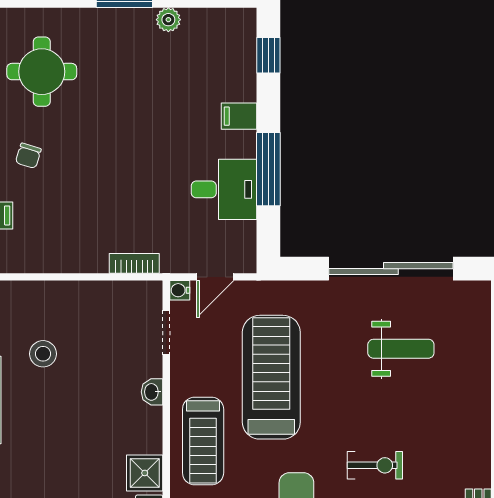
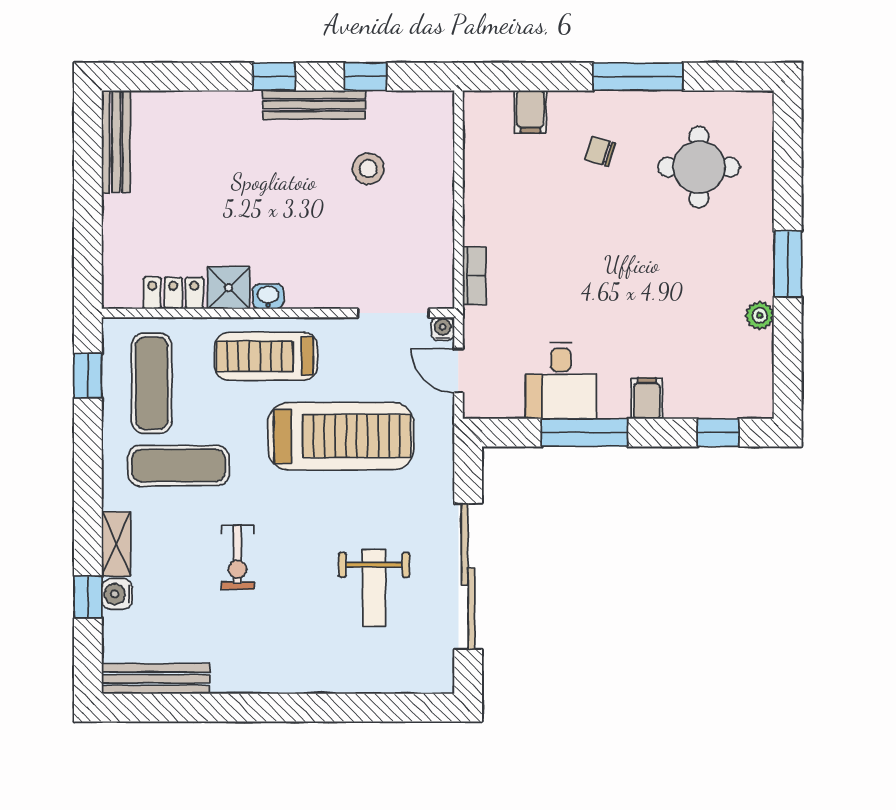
doorway: (166, 332) -> (393, 313), width x1.38
washbasin: (152, 392) -> (268, 296), moved

